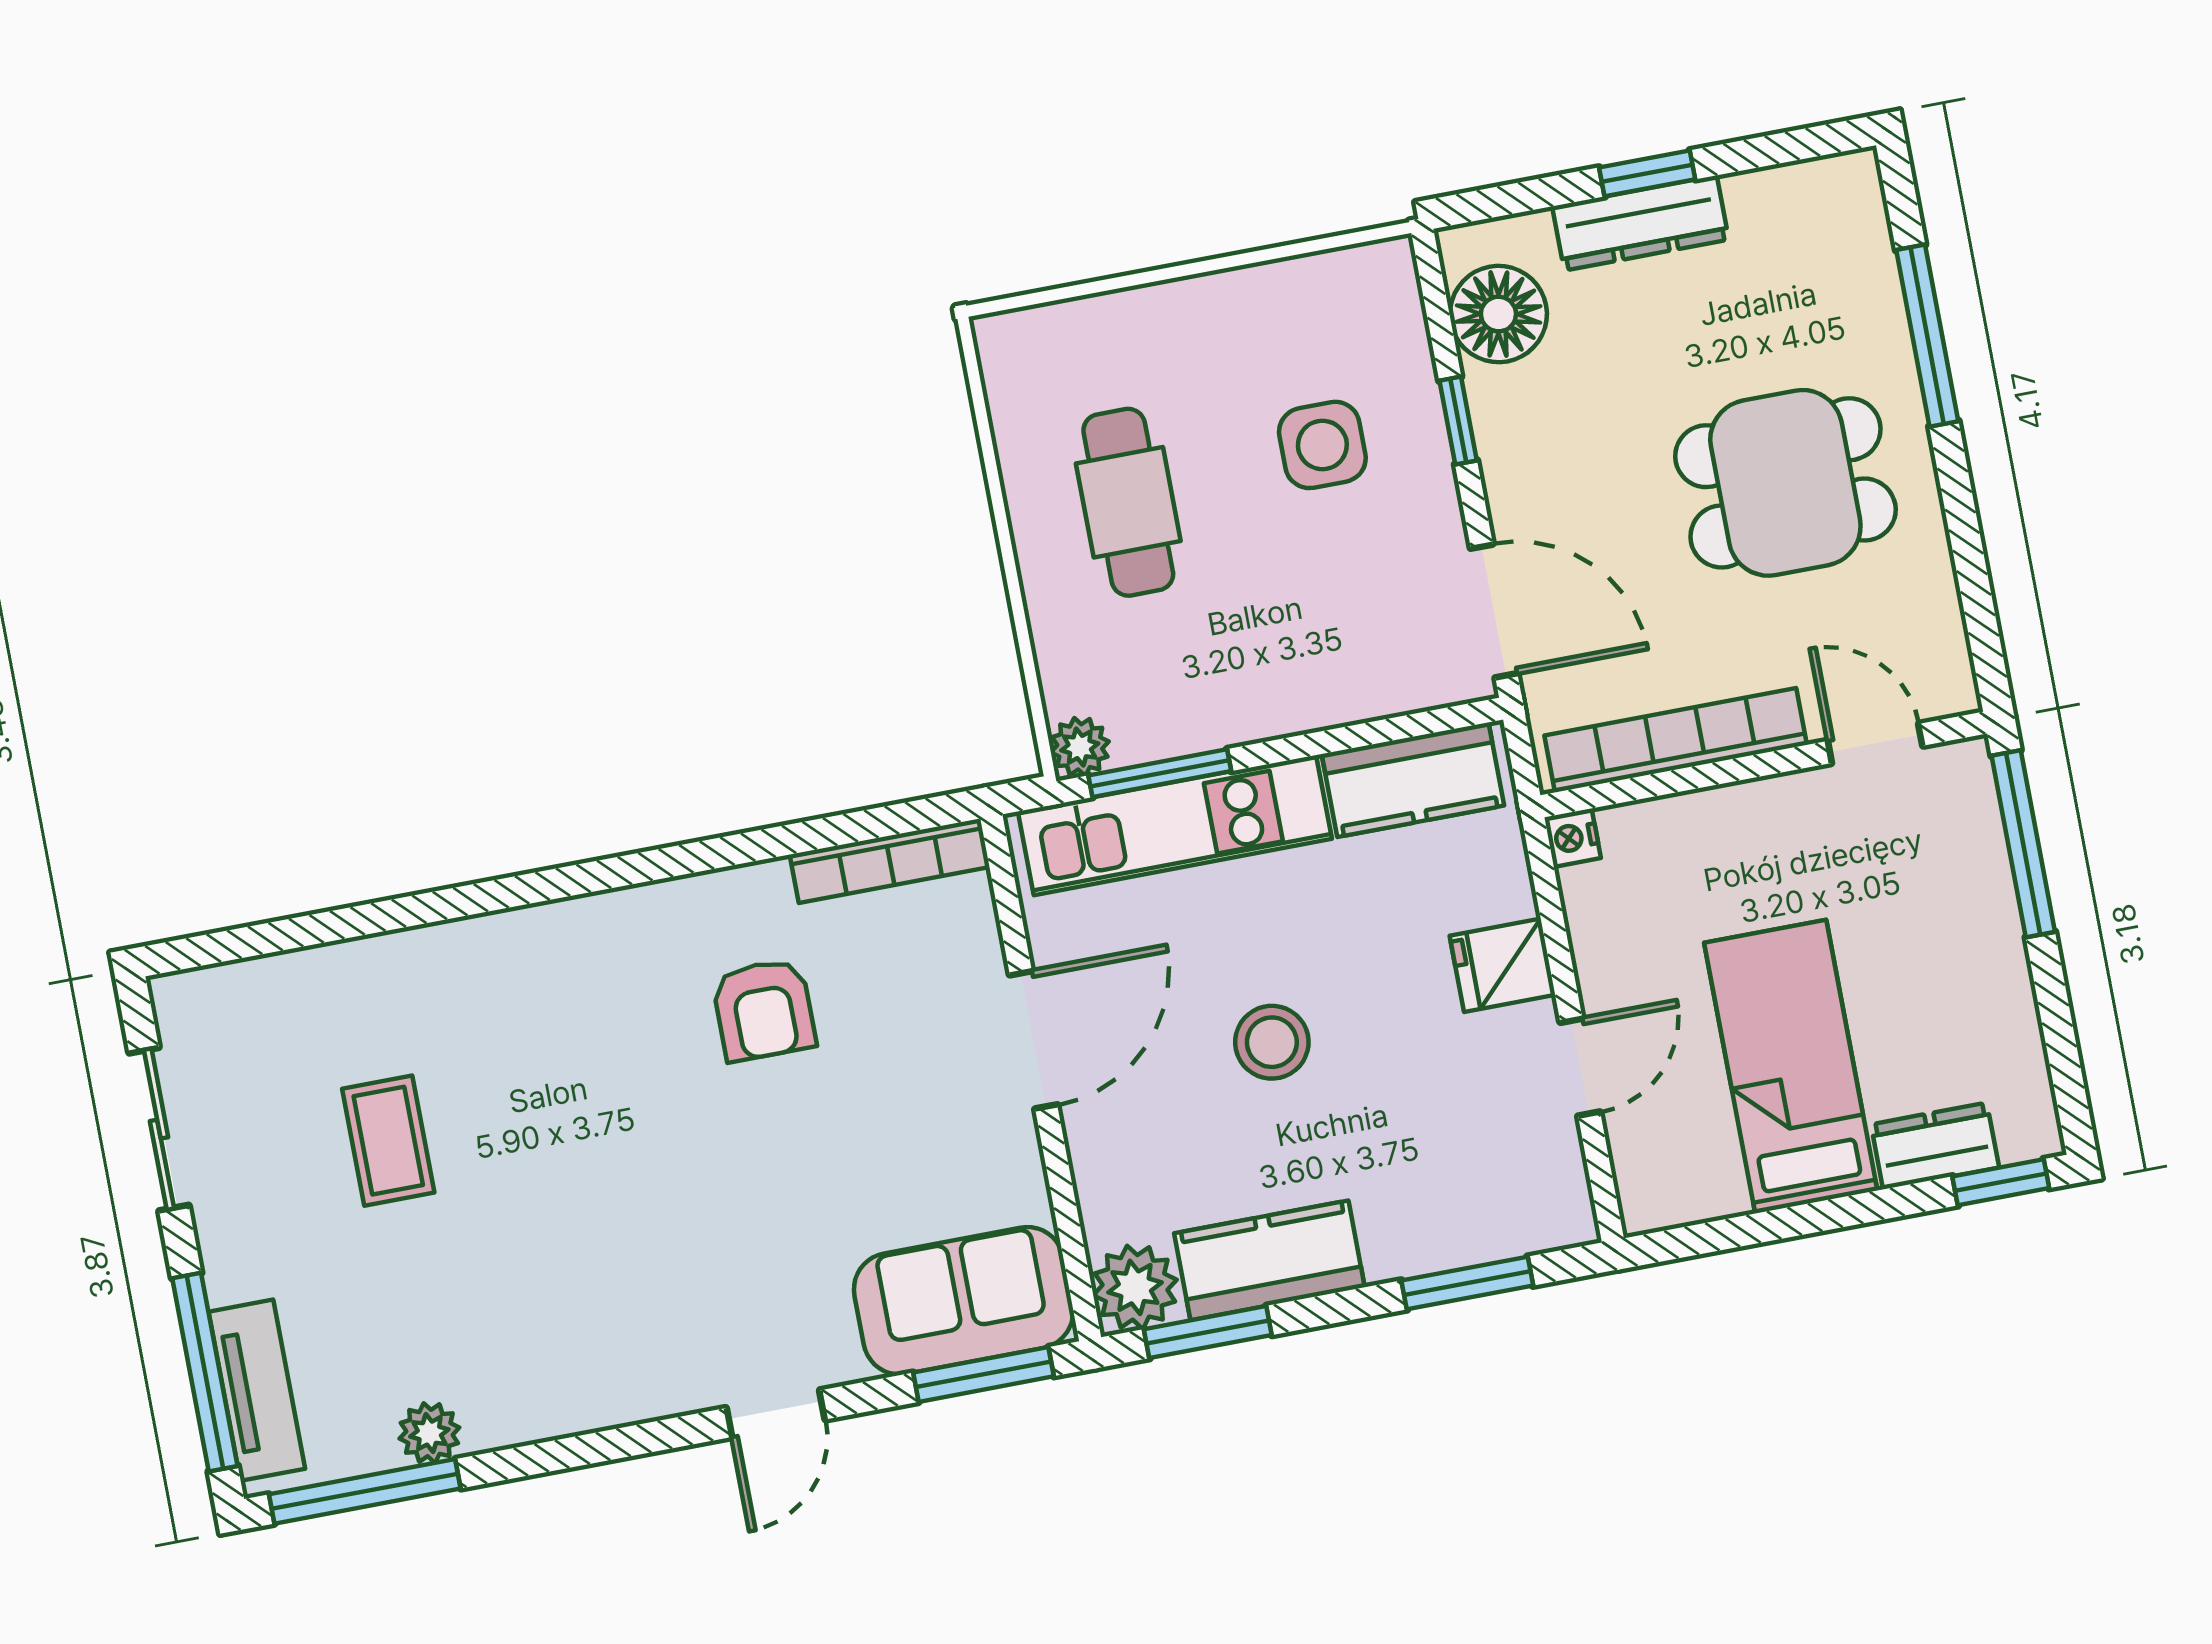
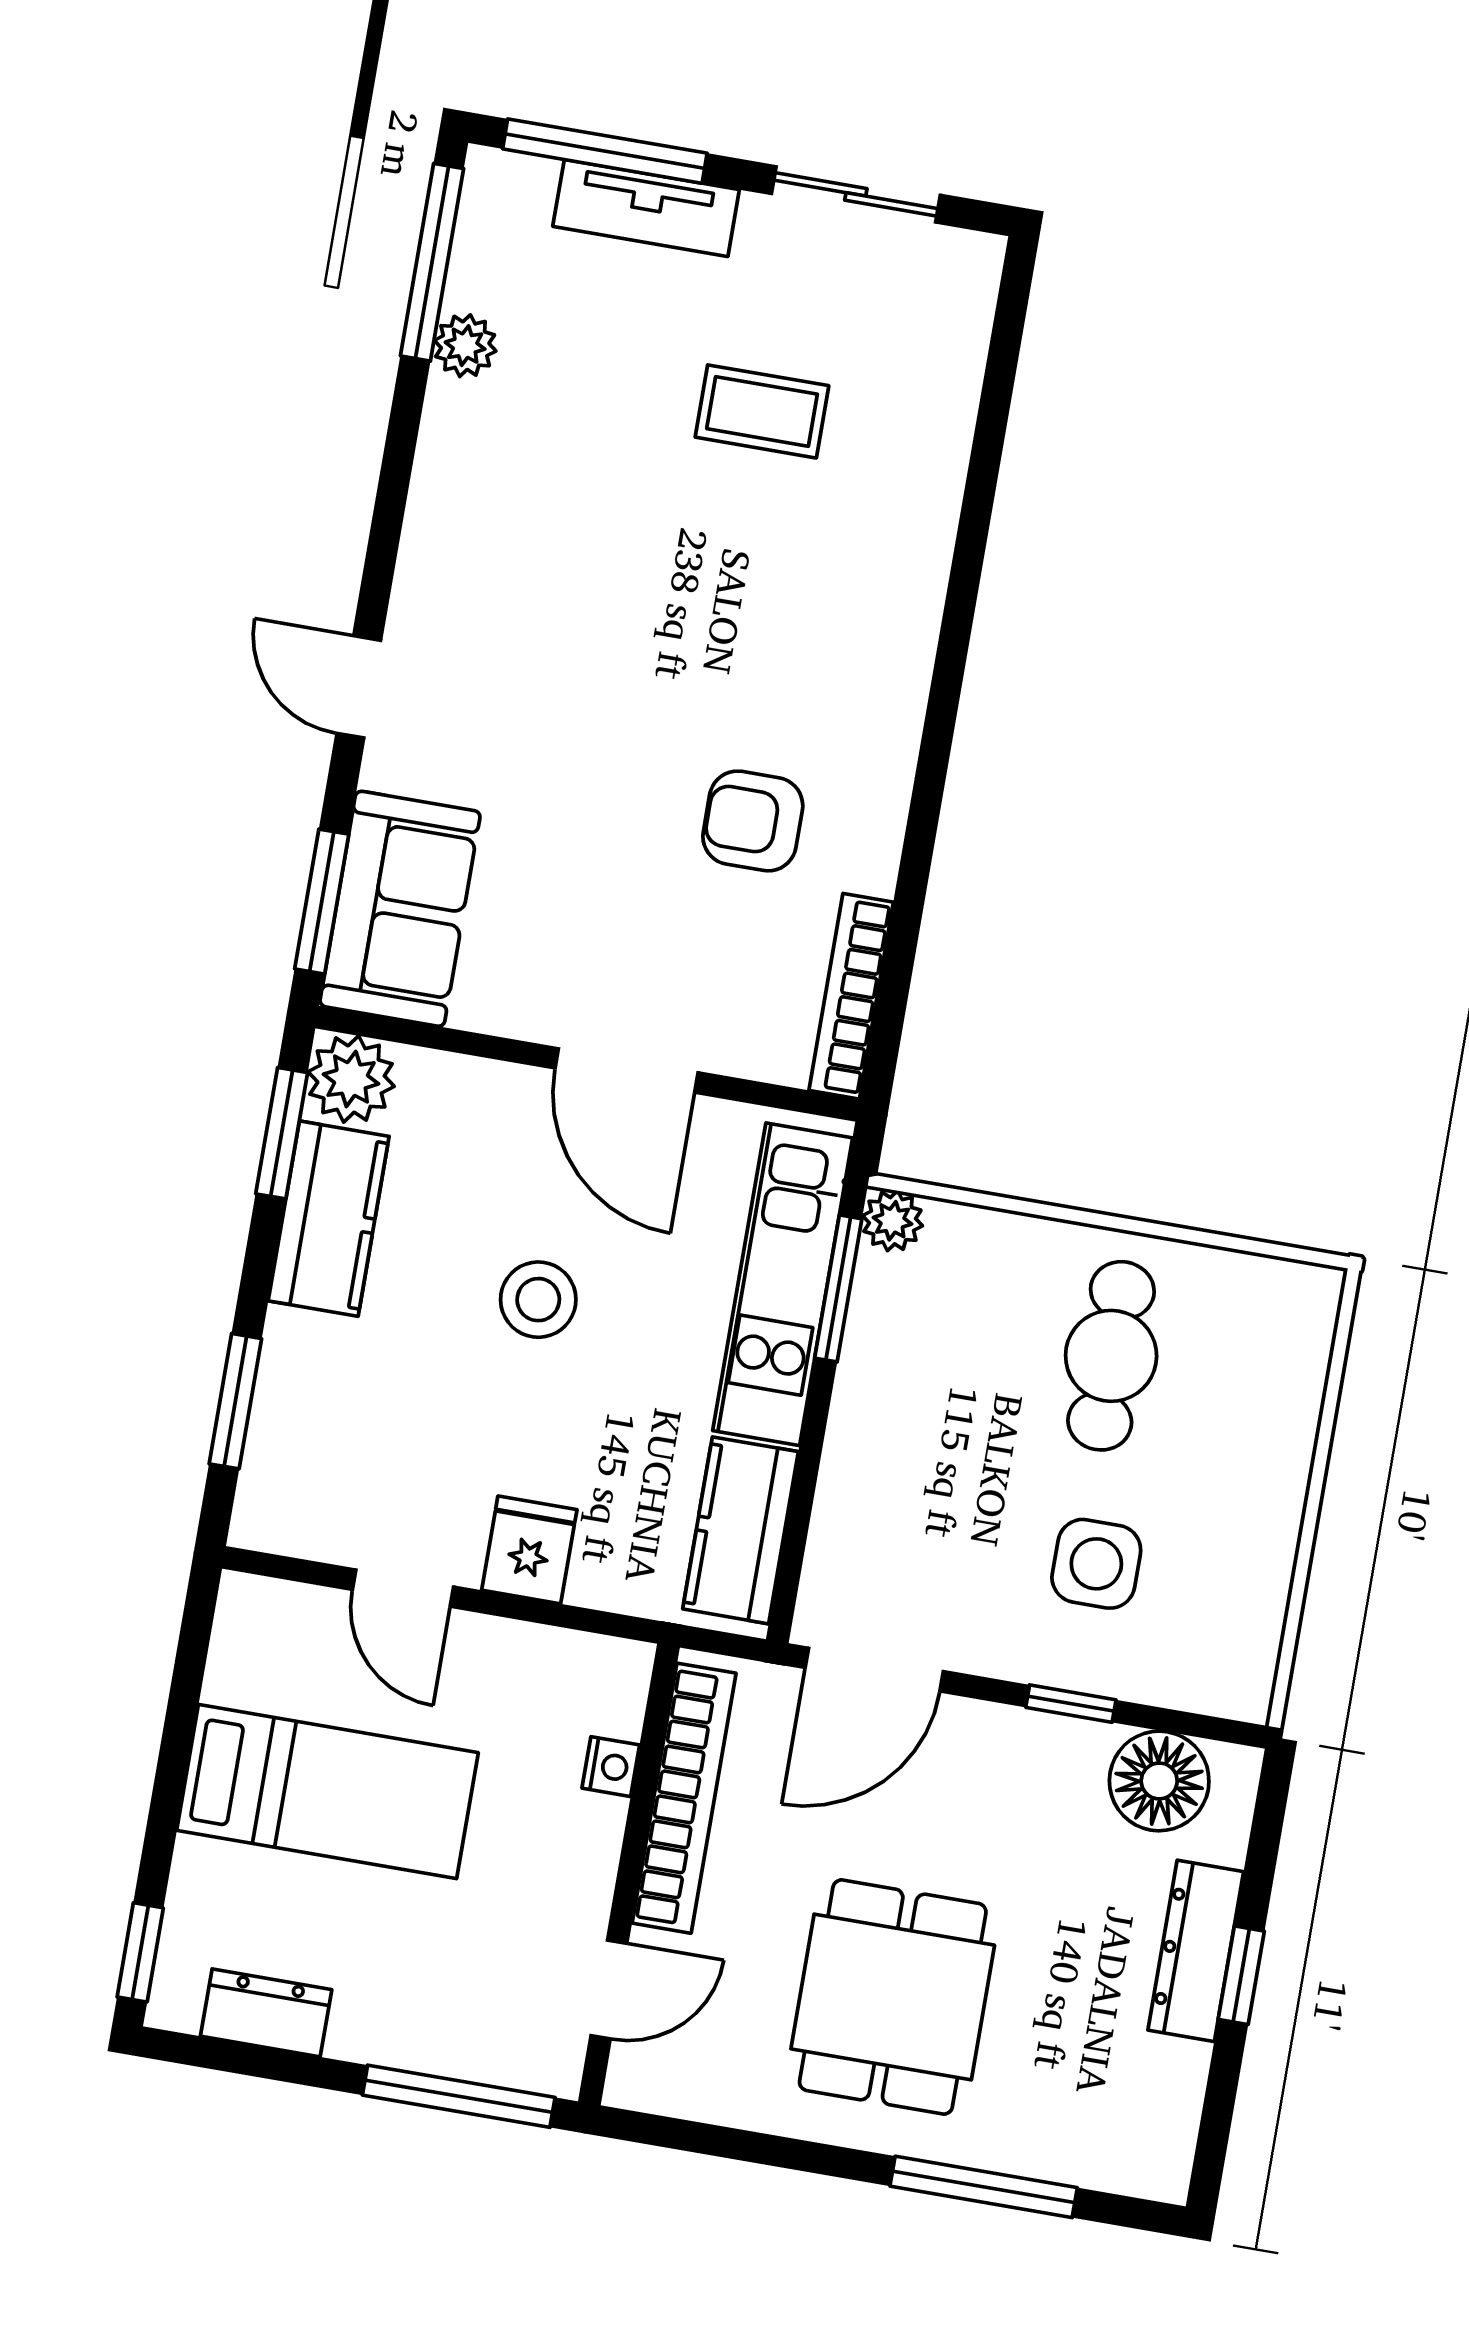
cafe table: (1128, 502) -> (1111, 1356), turned 90
nightstand: (1573, 838) -> (611, 1767), moved, turned 90
dresser: (1935, 1146) -> (266, 2013), moved, turned -90
tv unit: (257, 1390) -> (646, 208), moved

